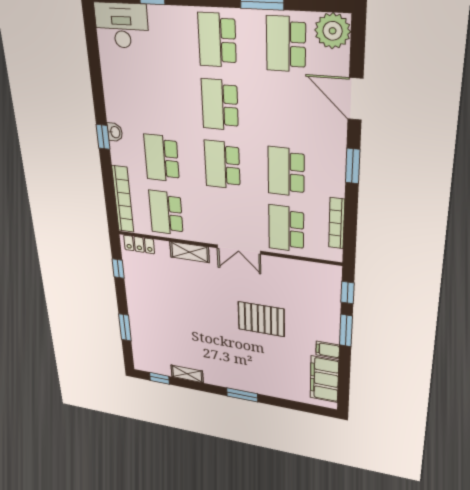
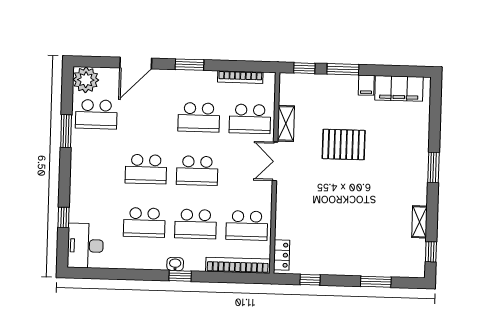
school desk: (217, 40) -> (144, 222), moved
double door: (239, 250) -> (275, 161), swing flipped
shelving: (190, 252) -> (286, 123), moved
pallet: (261, 319) -> (344, 145), turned 90

